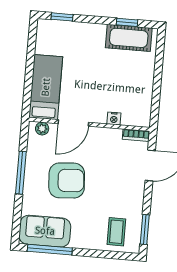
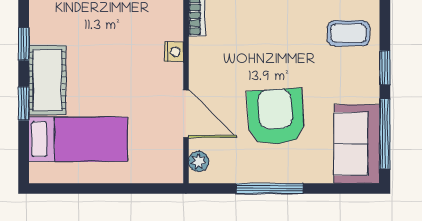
window: (62, 17) -> (24, 104), moved
cot: (129, 38) -> (47, 80), moved
bed: (46, 87) -> (78, 139), moved, turned 180
window: (92, 253) -> (385, 68), added

